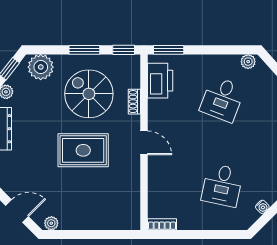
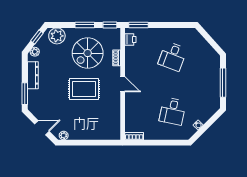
plant: (248, 62) -> (189, 32), removed
printer: (160, 81) -> (130, 39), width x0.53, depth x0.68
spiral stairs: (89, 94) -> (88, 53), turned -90

